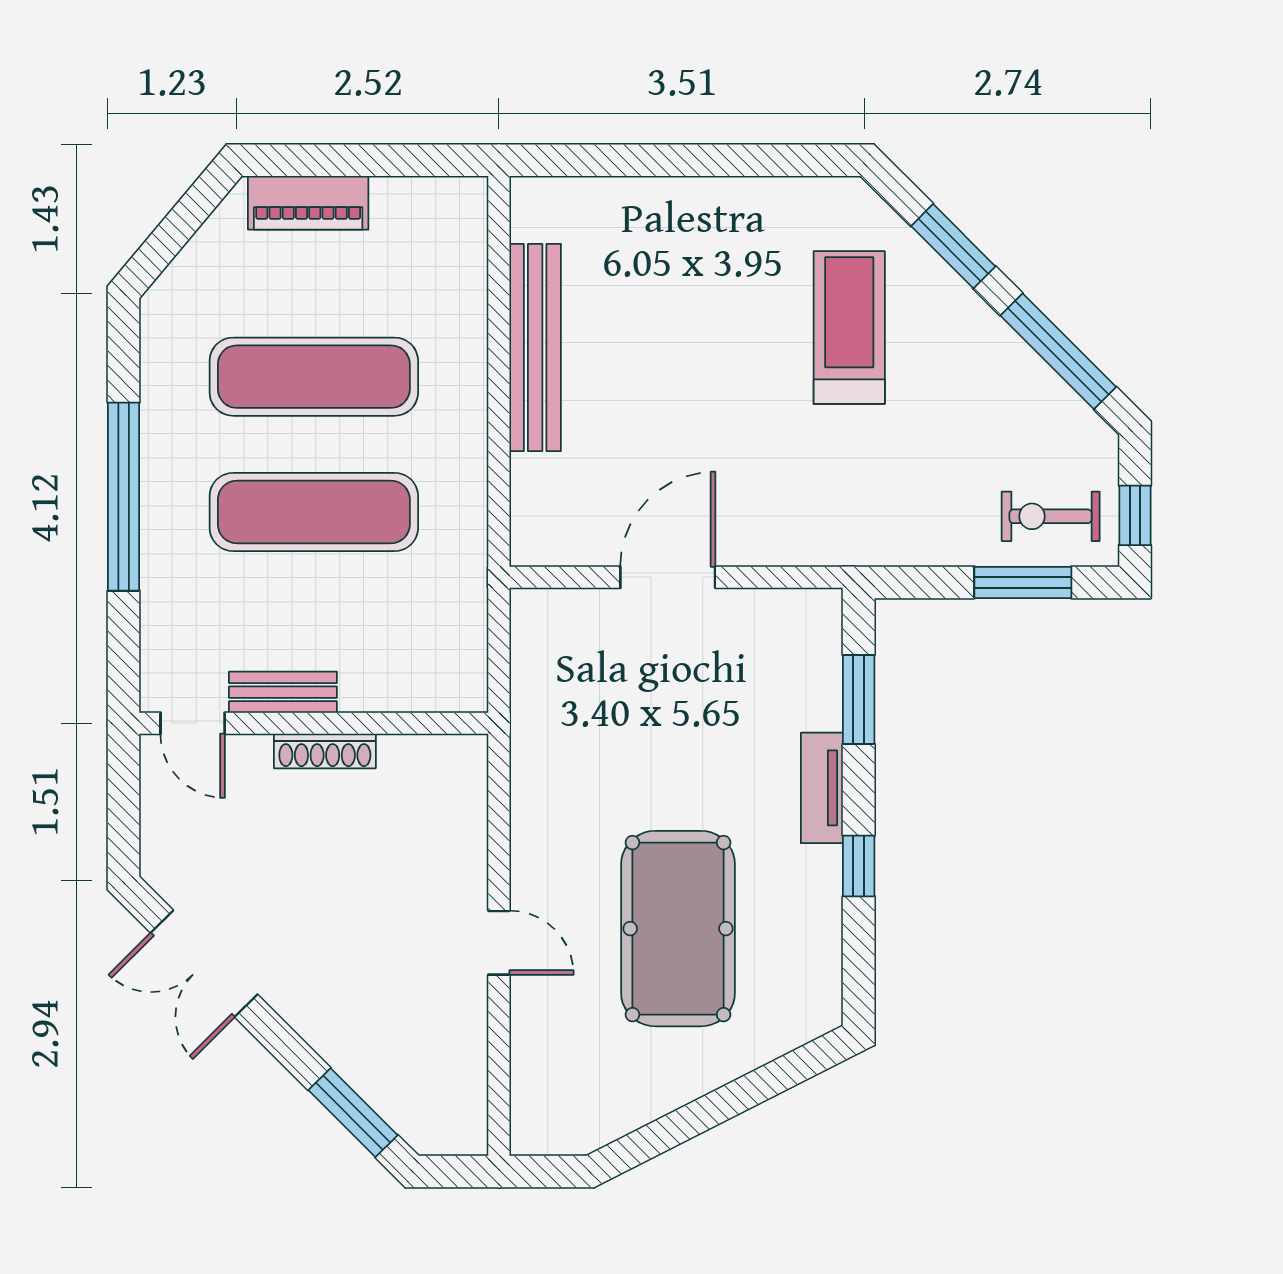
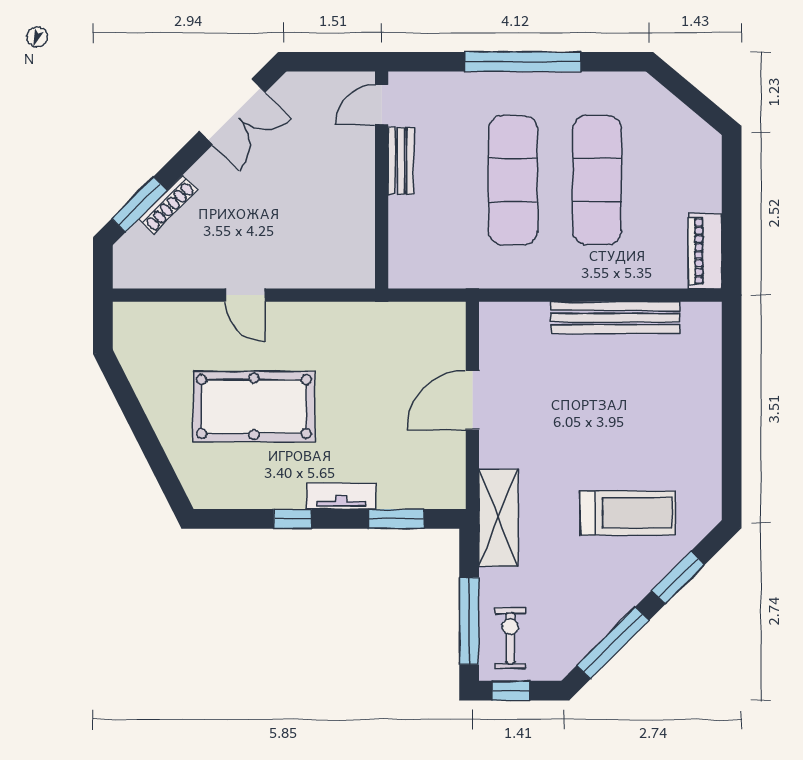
piano: (308, 203) -> (705, 251), moved
shelving: (857, 535) -> (498, 518), added
door: (668, 577) -> (472, 400), swing flipped
window: (1023, 582) -> (469, 621), width x1.44
shoe rack: (325, 751) -> (168, 205), moved, turned -135
door: (499, 943) -> (245, 295), hinge flipped
double door: (204, 964) -> (232, 112), swing flipped

